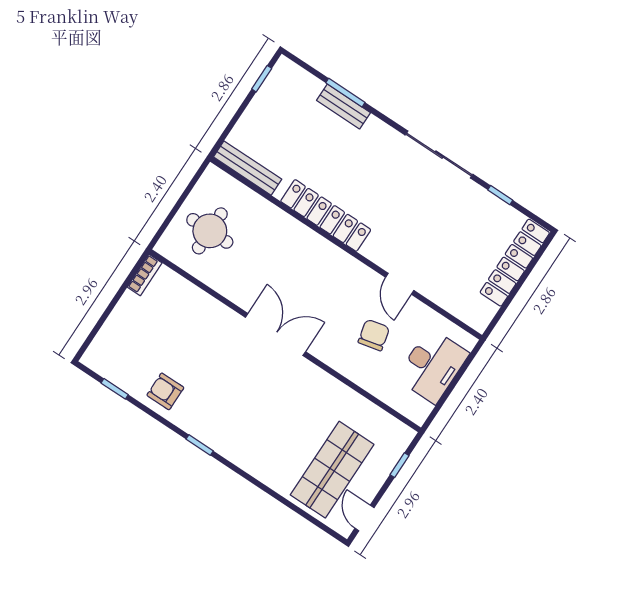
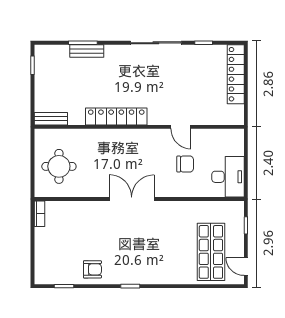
bench: (248, 168) -> (51, 119), width x0.73
chair: (374, 335) -> (185, 164), turned 103
desk: (432, 366) -> (228, 177), moved
armchair: (165, 391) -> (92, 269), turned 180

